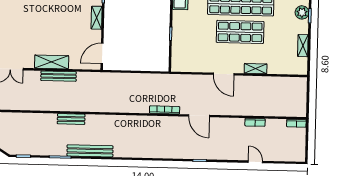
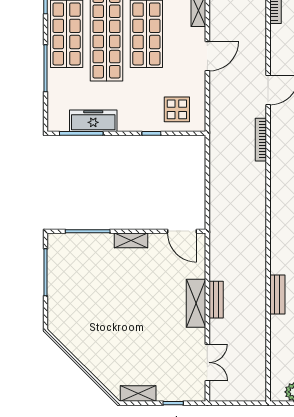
display table: (187, 52) -> (177, 109), added
bench: (59, 76) -> (216, 300), width x0.73
bench: (71, 119) -> (277, 295), moved

